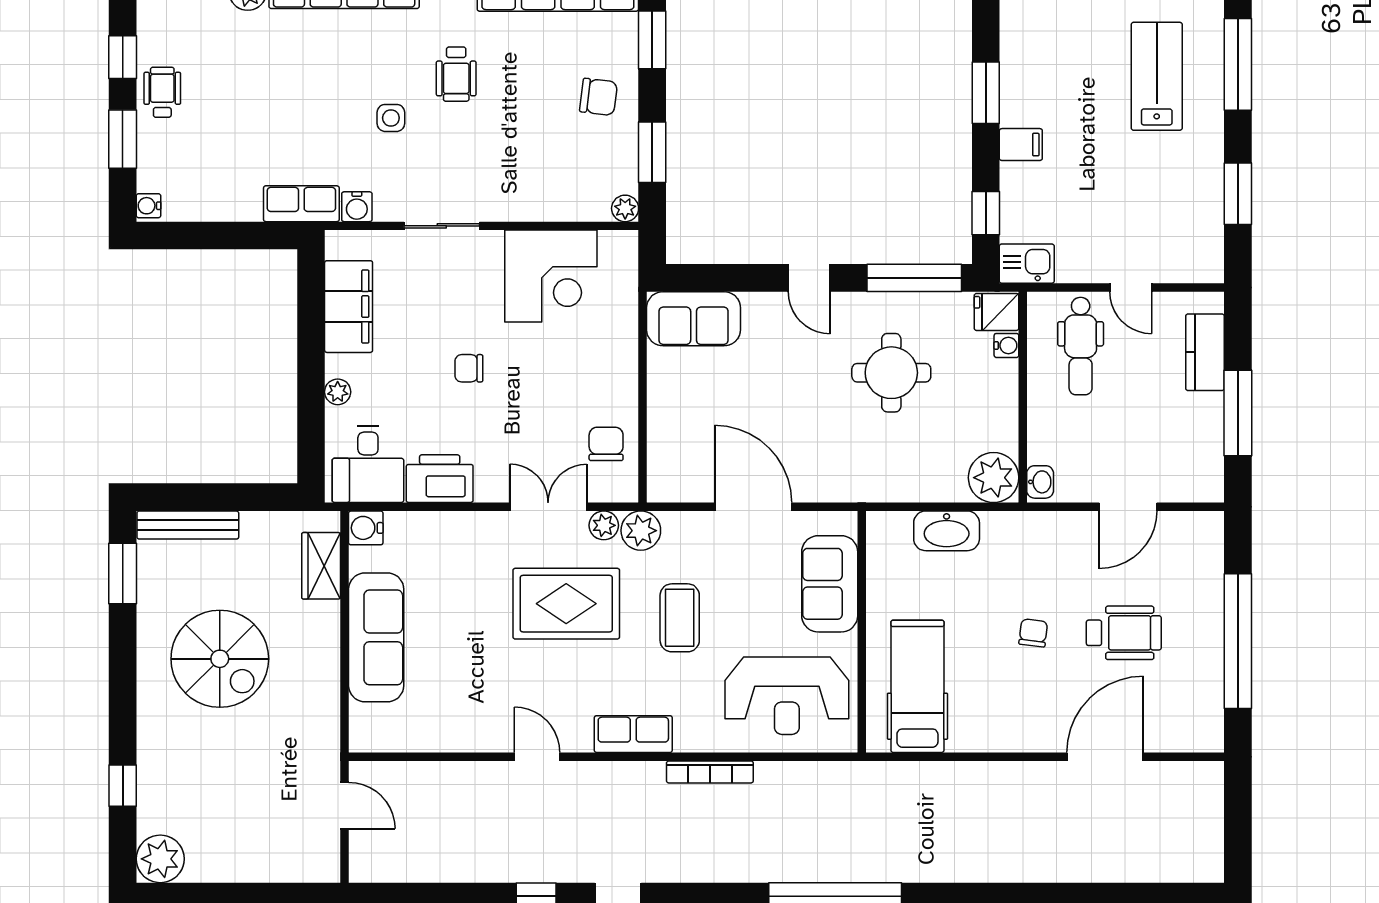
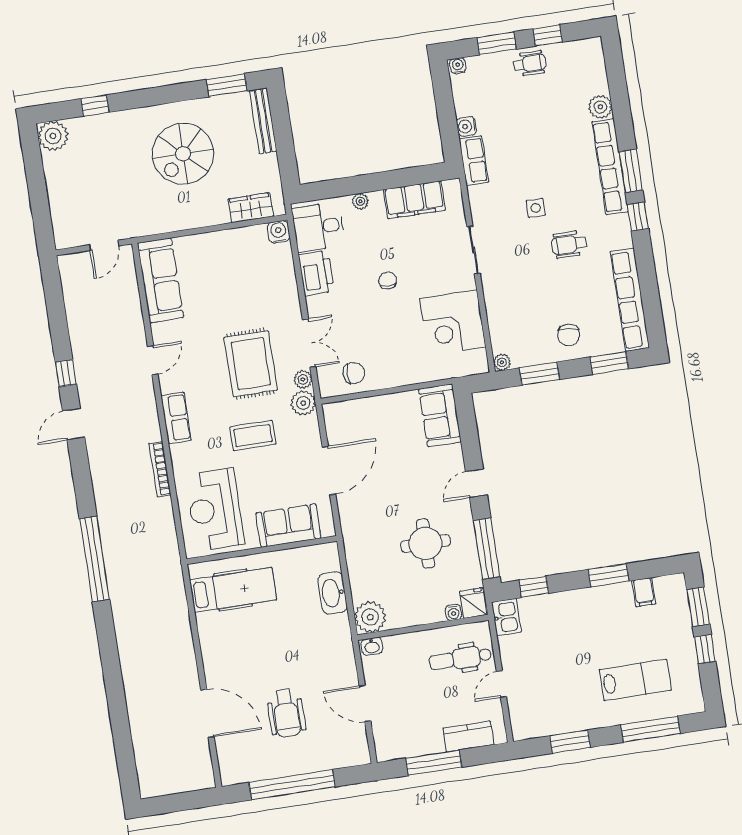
filing cabinet: (1021, 145) -> (644, 592), moved
water cooler: (357, 207) -> (467, 126), moved
chair: (1033, 633) -> (277, 657), removed
sofa: (376, 637) -> (160, 280), moved, turned -90

